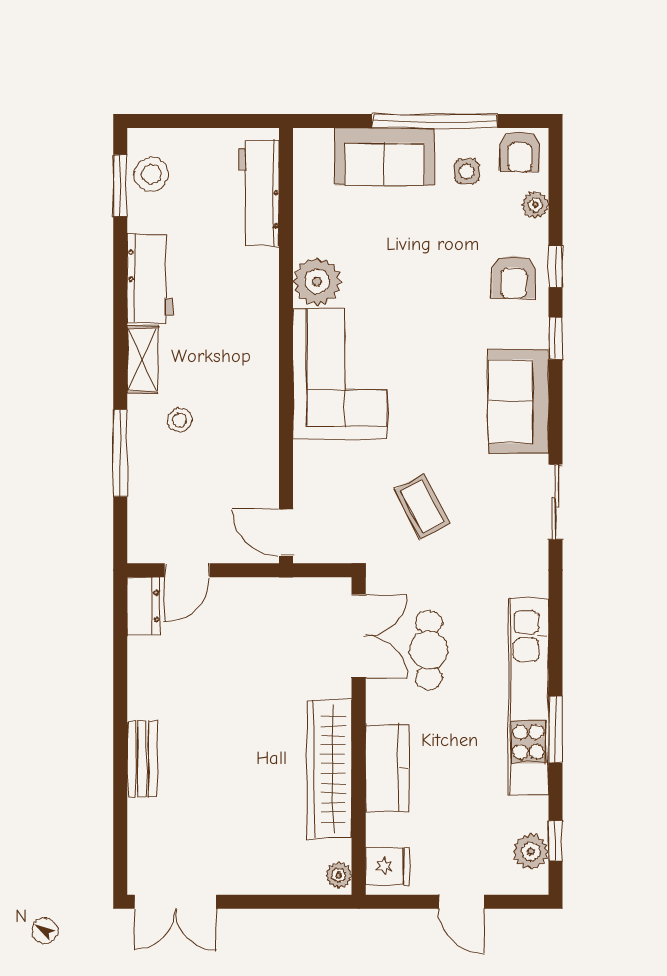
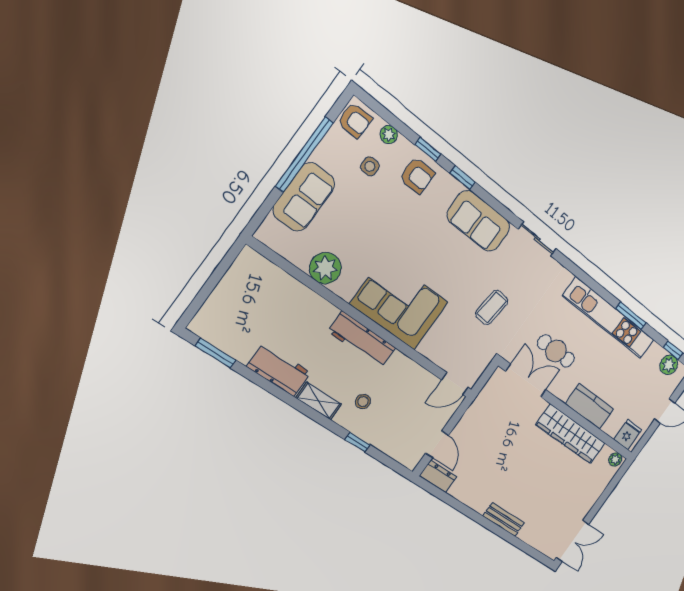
side table: (467, 172) -> (370, 166), moved
stool: (151, 174) -> (221, 332), removed
workbench: (259, 193) -> (362, 340), moved
plant: (317, 282) -> (325, 268), moved
window: (120, 453) -> (358, 442), width x0.46
coffee table: (422, 507) -> (492, 307), turned -56

